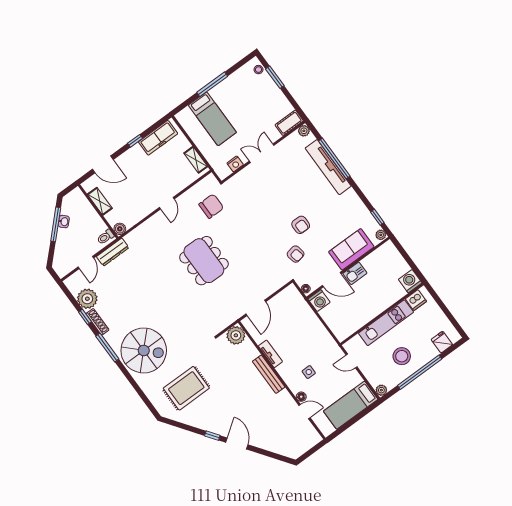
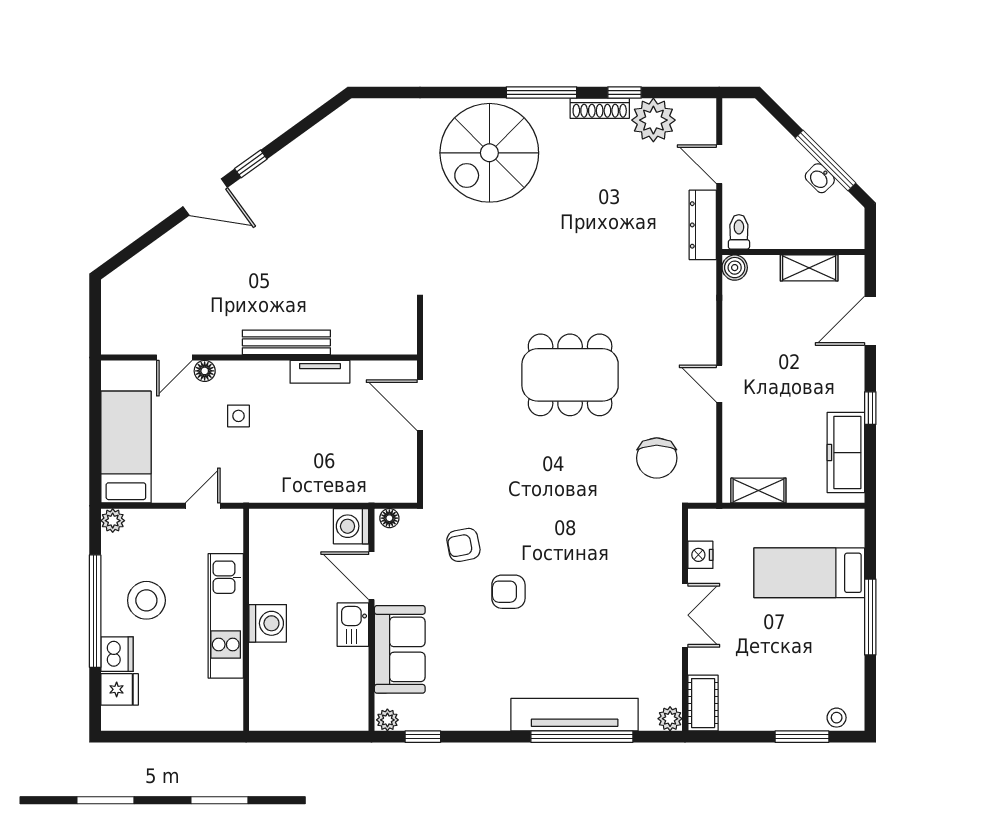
door: (332, 280) -> (372, 576), hinge flipped
washing machine: (410, 281) -> (268, 623), moved
dishwasher: (416, 300) -> (117, 654), moved, turned 180
plant: (236, 335) -> (397, 335), removed
rug: (186, 388) -> (368, 179), removed

